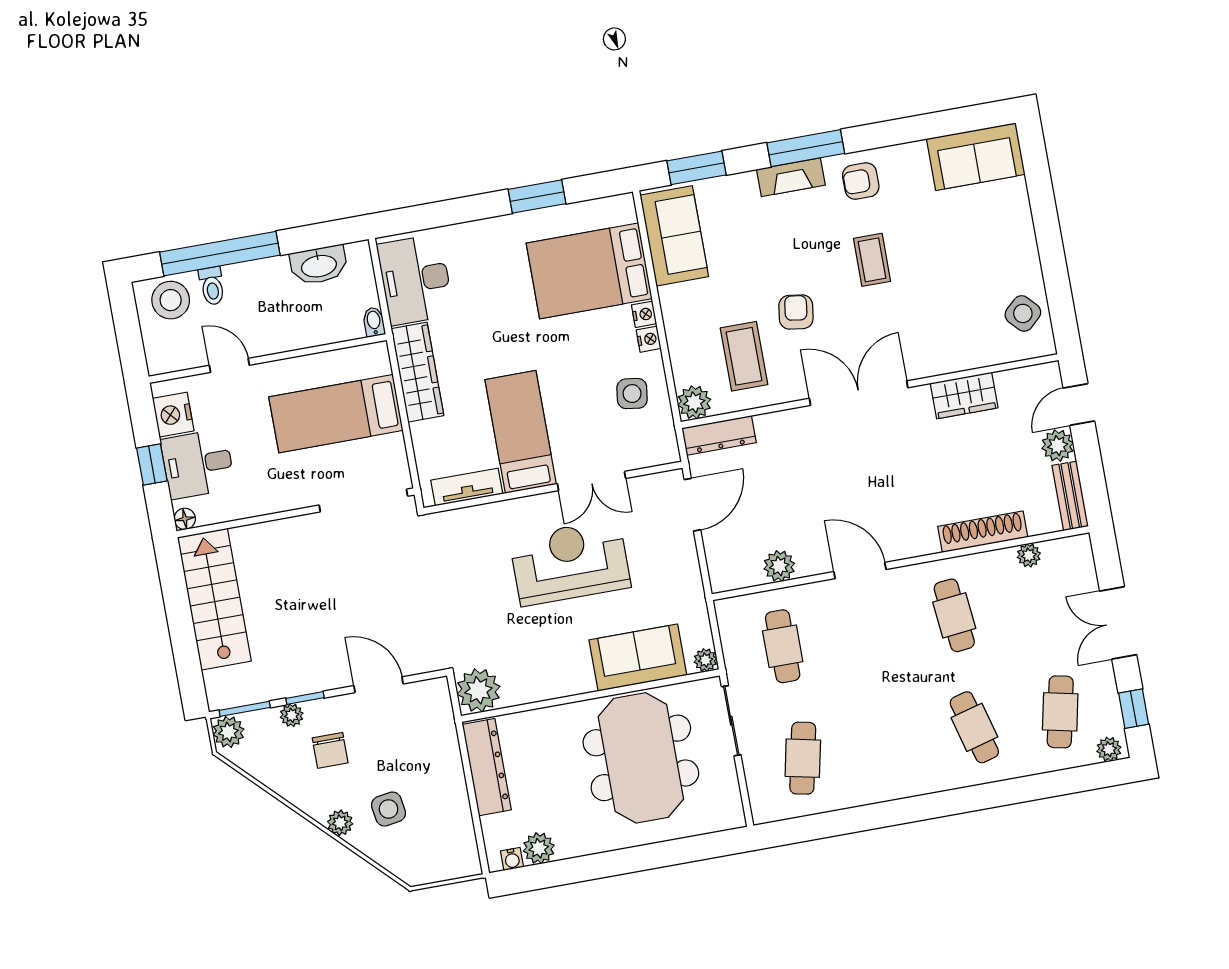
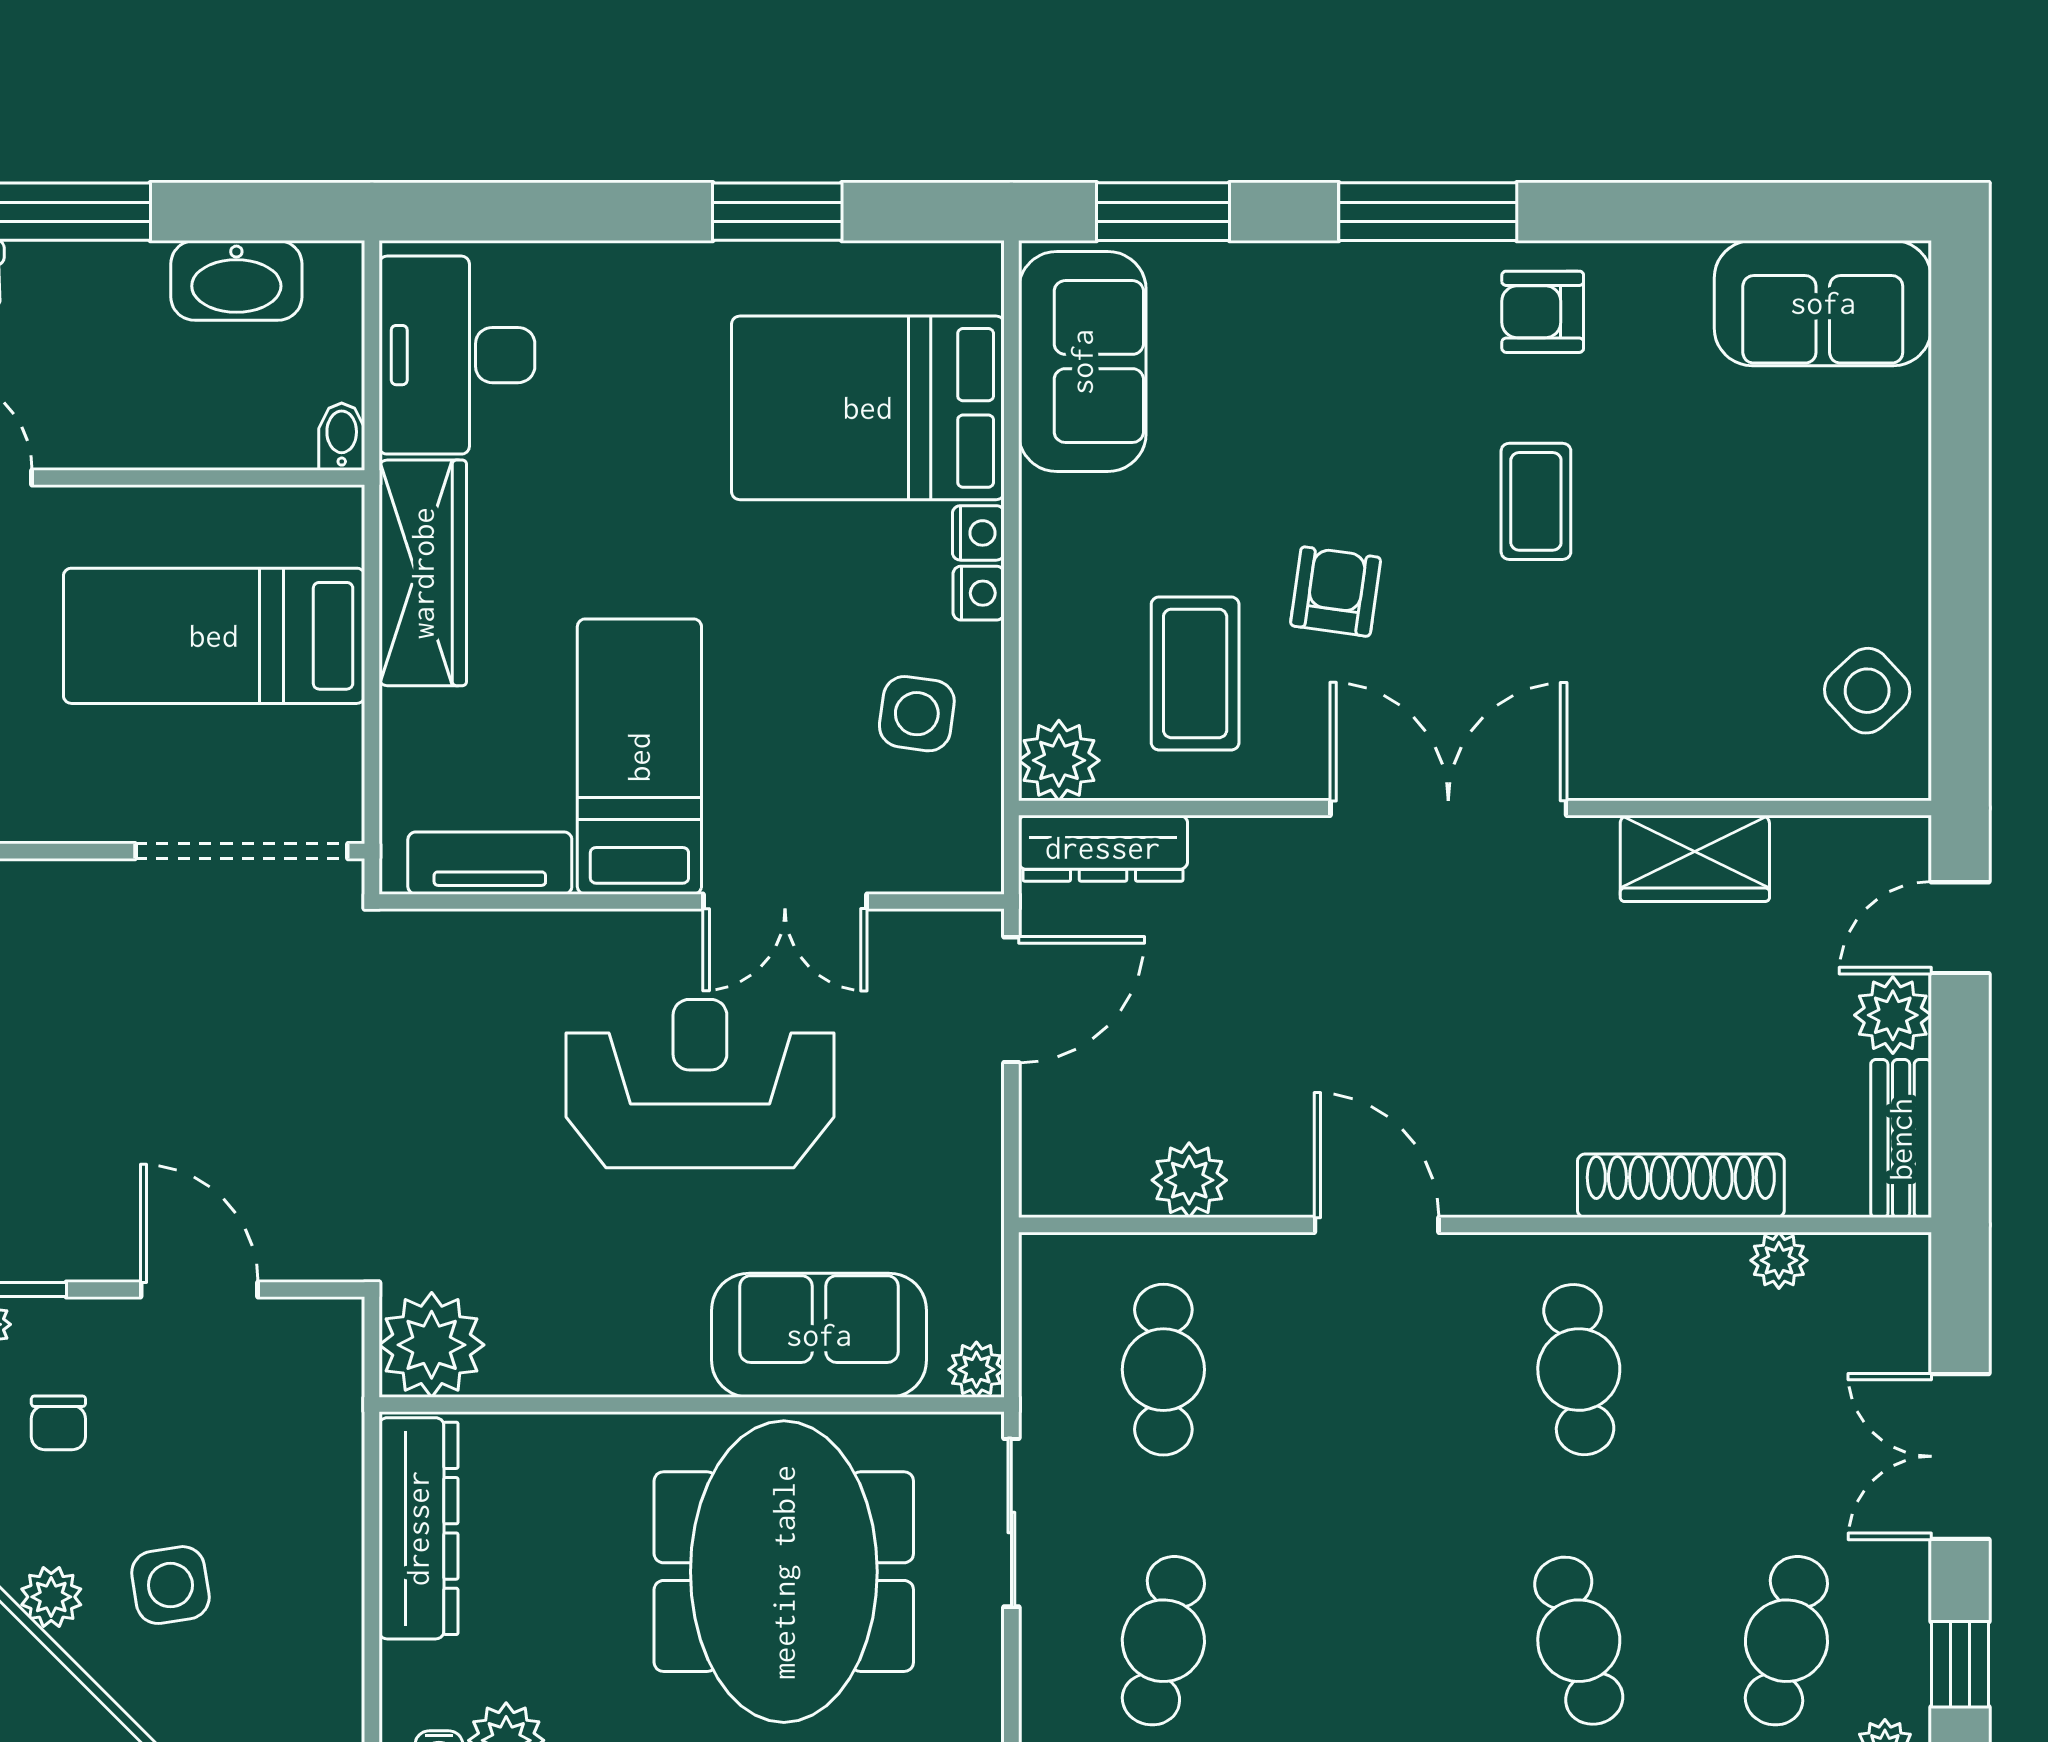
fireplace: (791, 177) -> (1381, 273), removed
chair: (330, 750) -> (58, 1423), width x0.73, depth x0.73

